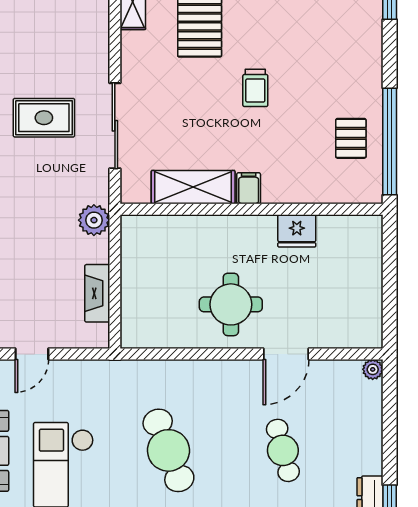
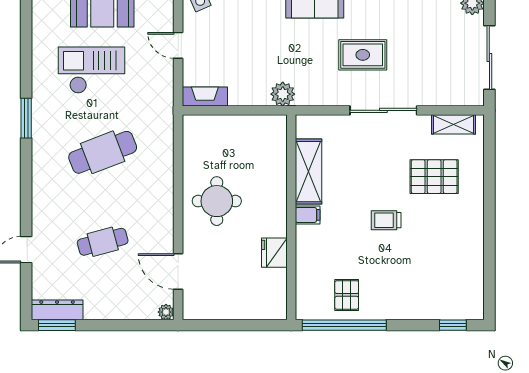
rug: (44, 118) -> (363, 55), turned 90
sliding door: (115, 126) -> (383, 110), moved
pallet: (351, 138) -> (347, 295), turned 90
fireplace: (97, 293) -> (205, 97), moved
door: (286, 354) -> (178, 272), moved

